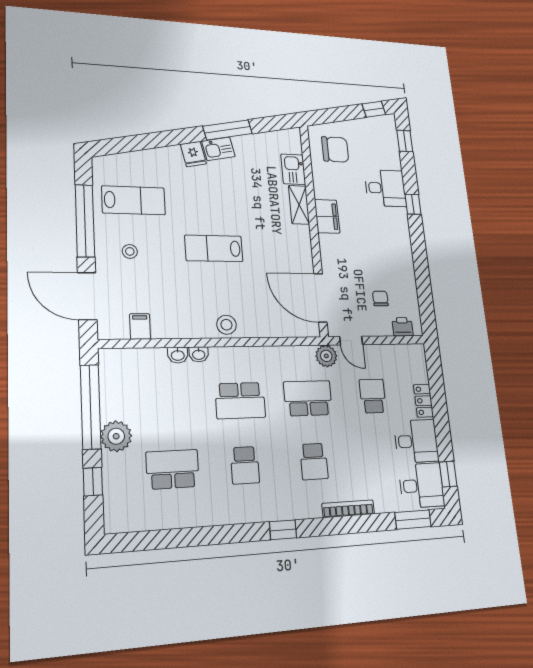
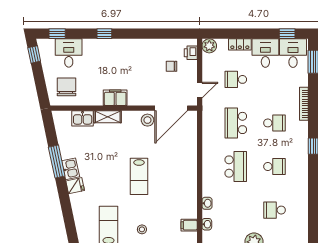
desk: (385, 188) -> (69, 53), moved
stool: (226, 325) -> (147, 120), moved
washbasin: (199, 354) -> (207, 224), moved
plant: (326, 356) -> (209, 46), moved
school desk: (173, 469) -> (274, 210), width x0.54

